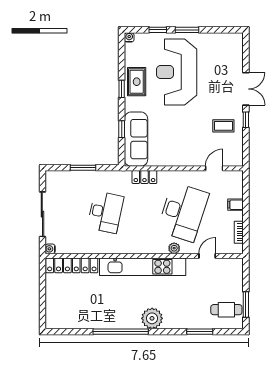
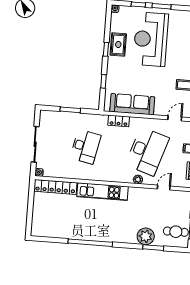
sofa: (136, 139) -> (132, 104), moved, turned -90
kitchen unit: (143, 267) -> (103, 192), width x0.73
plant: (152, 318) -> (146, 236), moved

